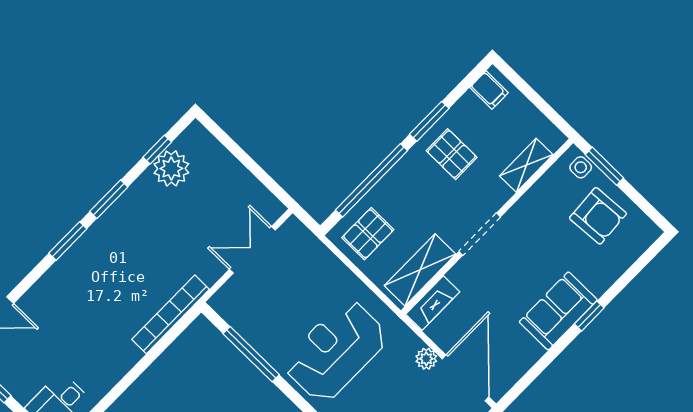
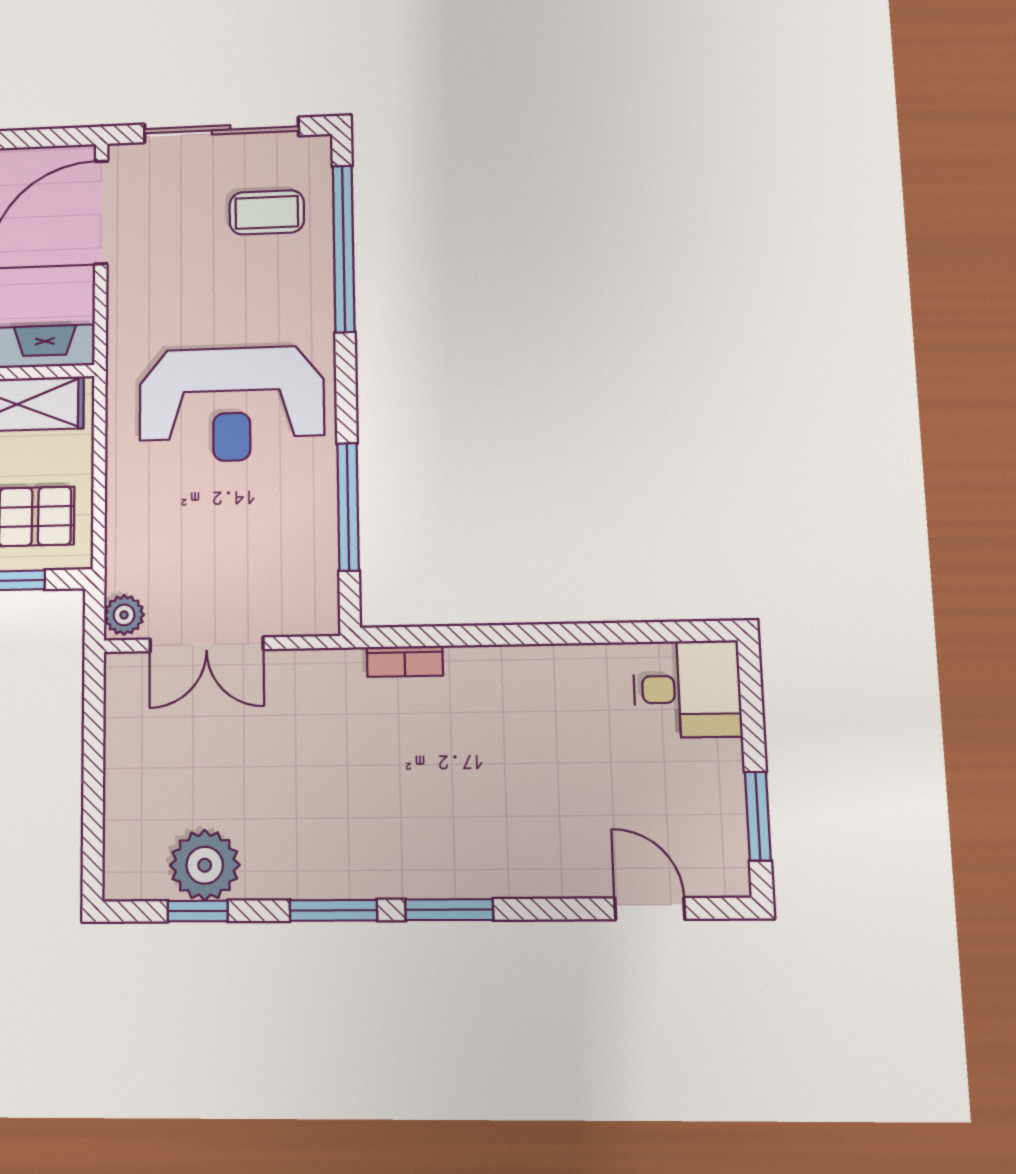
bookcase: (171, 314) -> (405, 661), width x0.43, depth x0.76
plant: (426, 359) -> (124, 615), moved

